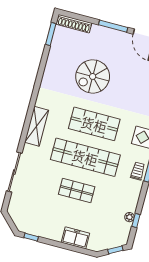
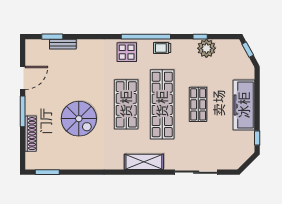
shoe rack: (74, 24) -> (31, 134), moved
plant: (130, 217) -> (206, 48), width x1.88, depth x1.88
window: (136, 220) -> (200, 37), moved
freezer: (75, 238) -> (244, 105), width x1.91, depth x1.26

